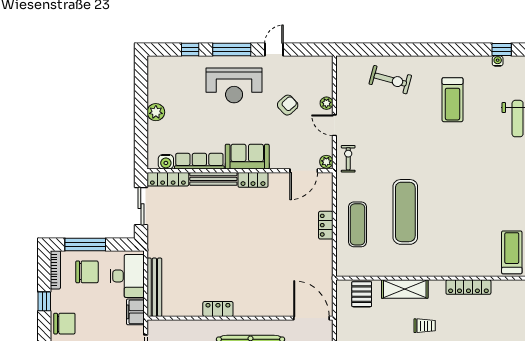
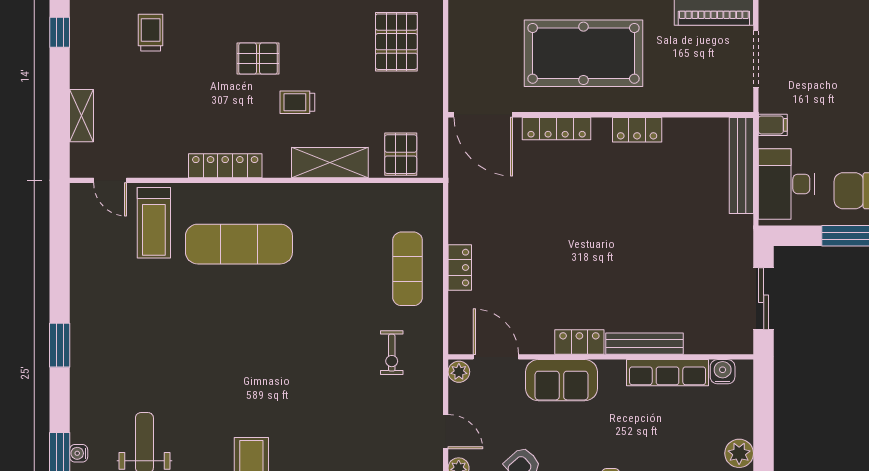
sofa: (247, 157) -> (561, 380), moved
exercise bike: (348, 159) -> (392, 353), moved
door: (304, 171) -> (496, 357), hinge flipped
locker: (168, 179) -> (557, 129), moved, turned 180
exercise mat: (405, 212) -> (239, 244), moved, turned 90
filing cabinet: (135, 312) -> (773, 125), width x0.50

